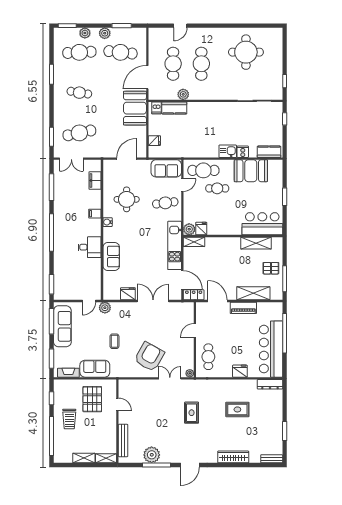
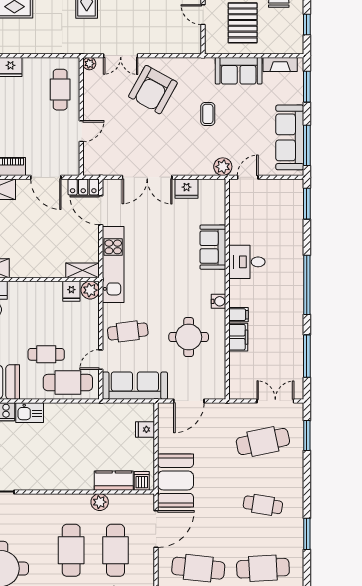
sofa: (166, 168) -> (135, 386), width x1.36
filing cabinet: (95, 181) -> (238, 337), moved

